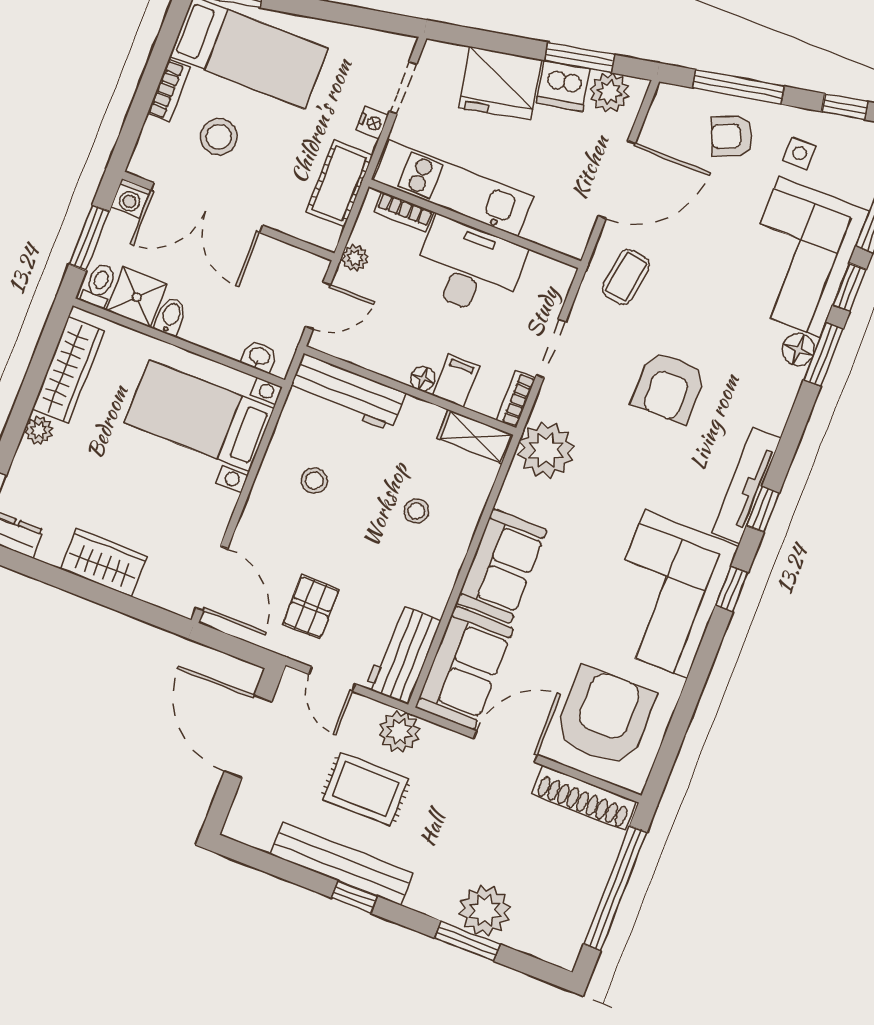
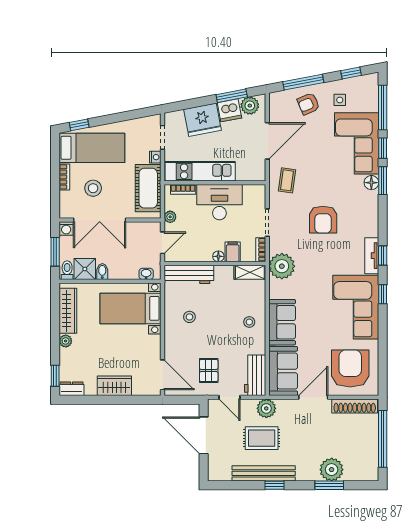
cot: (339, 184) -> (148, 188), width x1.37, depth x1.34
tv unit: (746, 485) -> (372, 256), width x0.71
stool: (416, 511) -> (249, 322), moved

